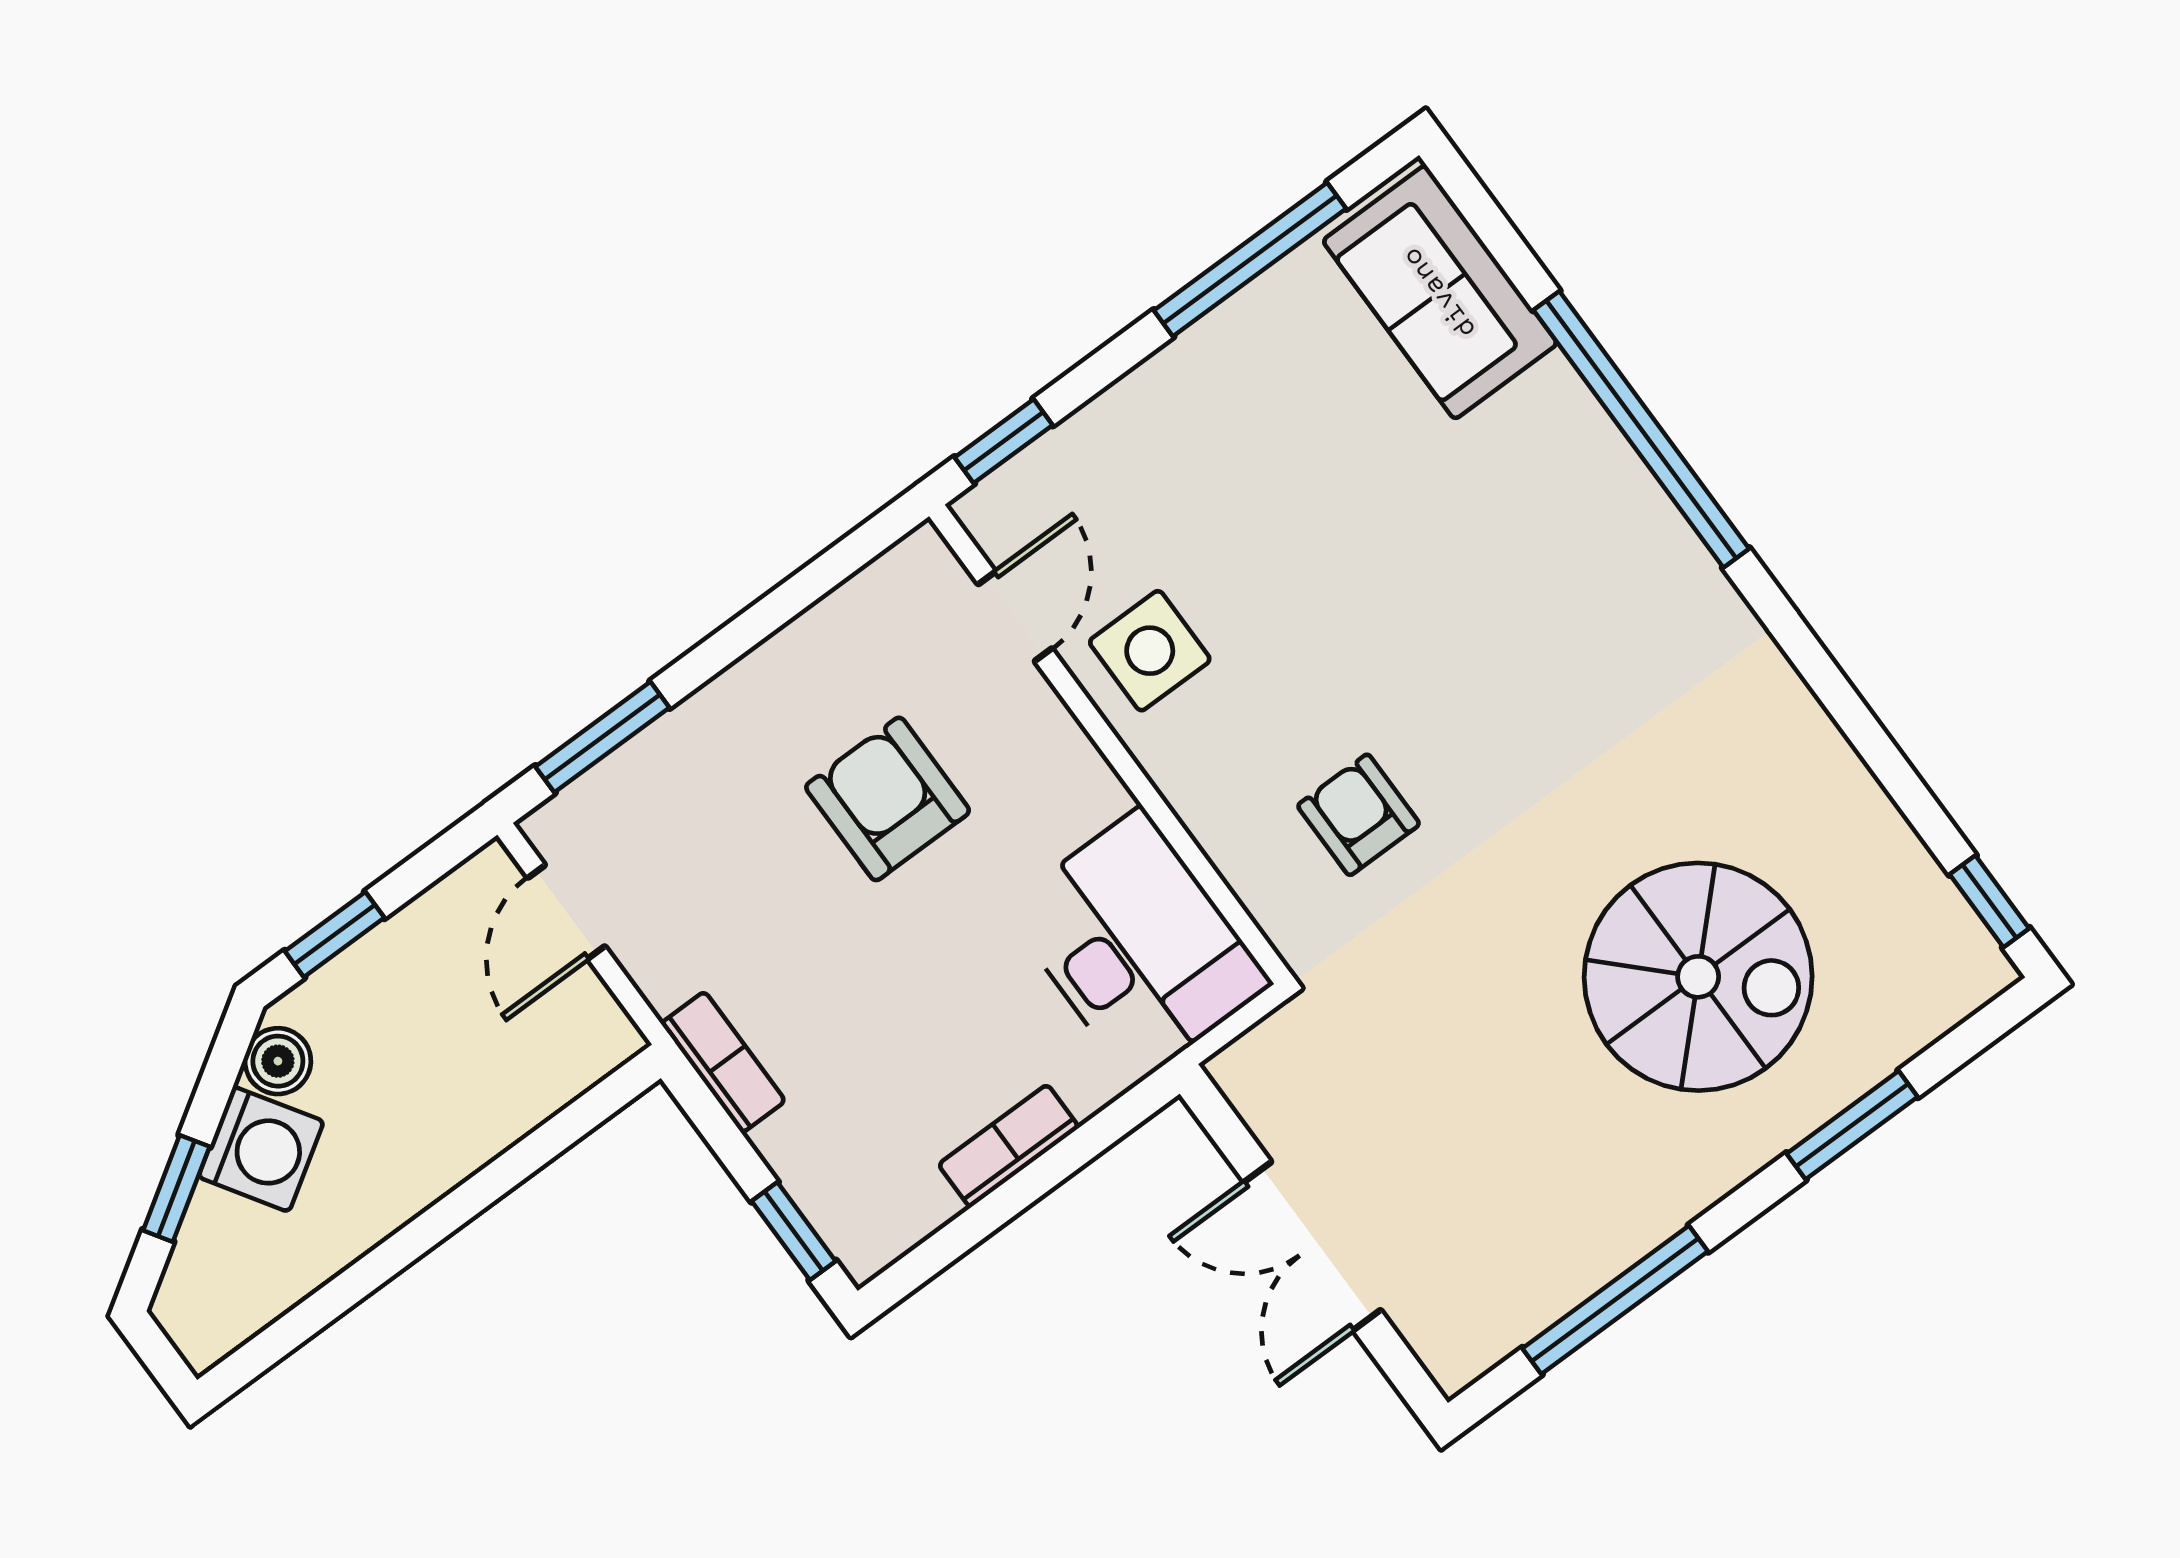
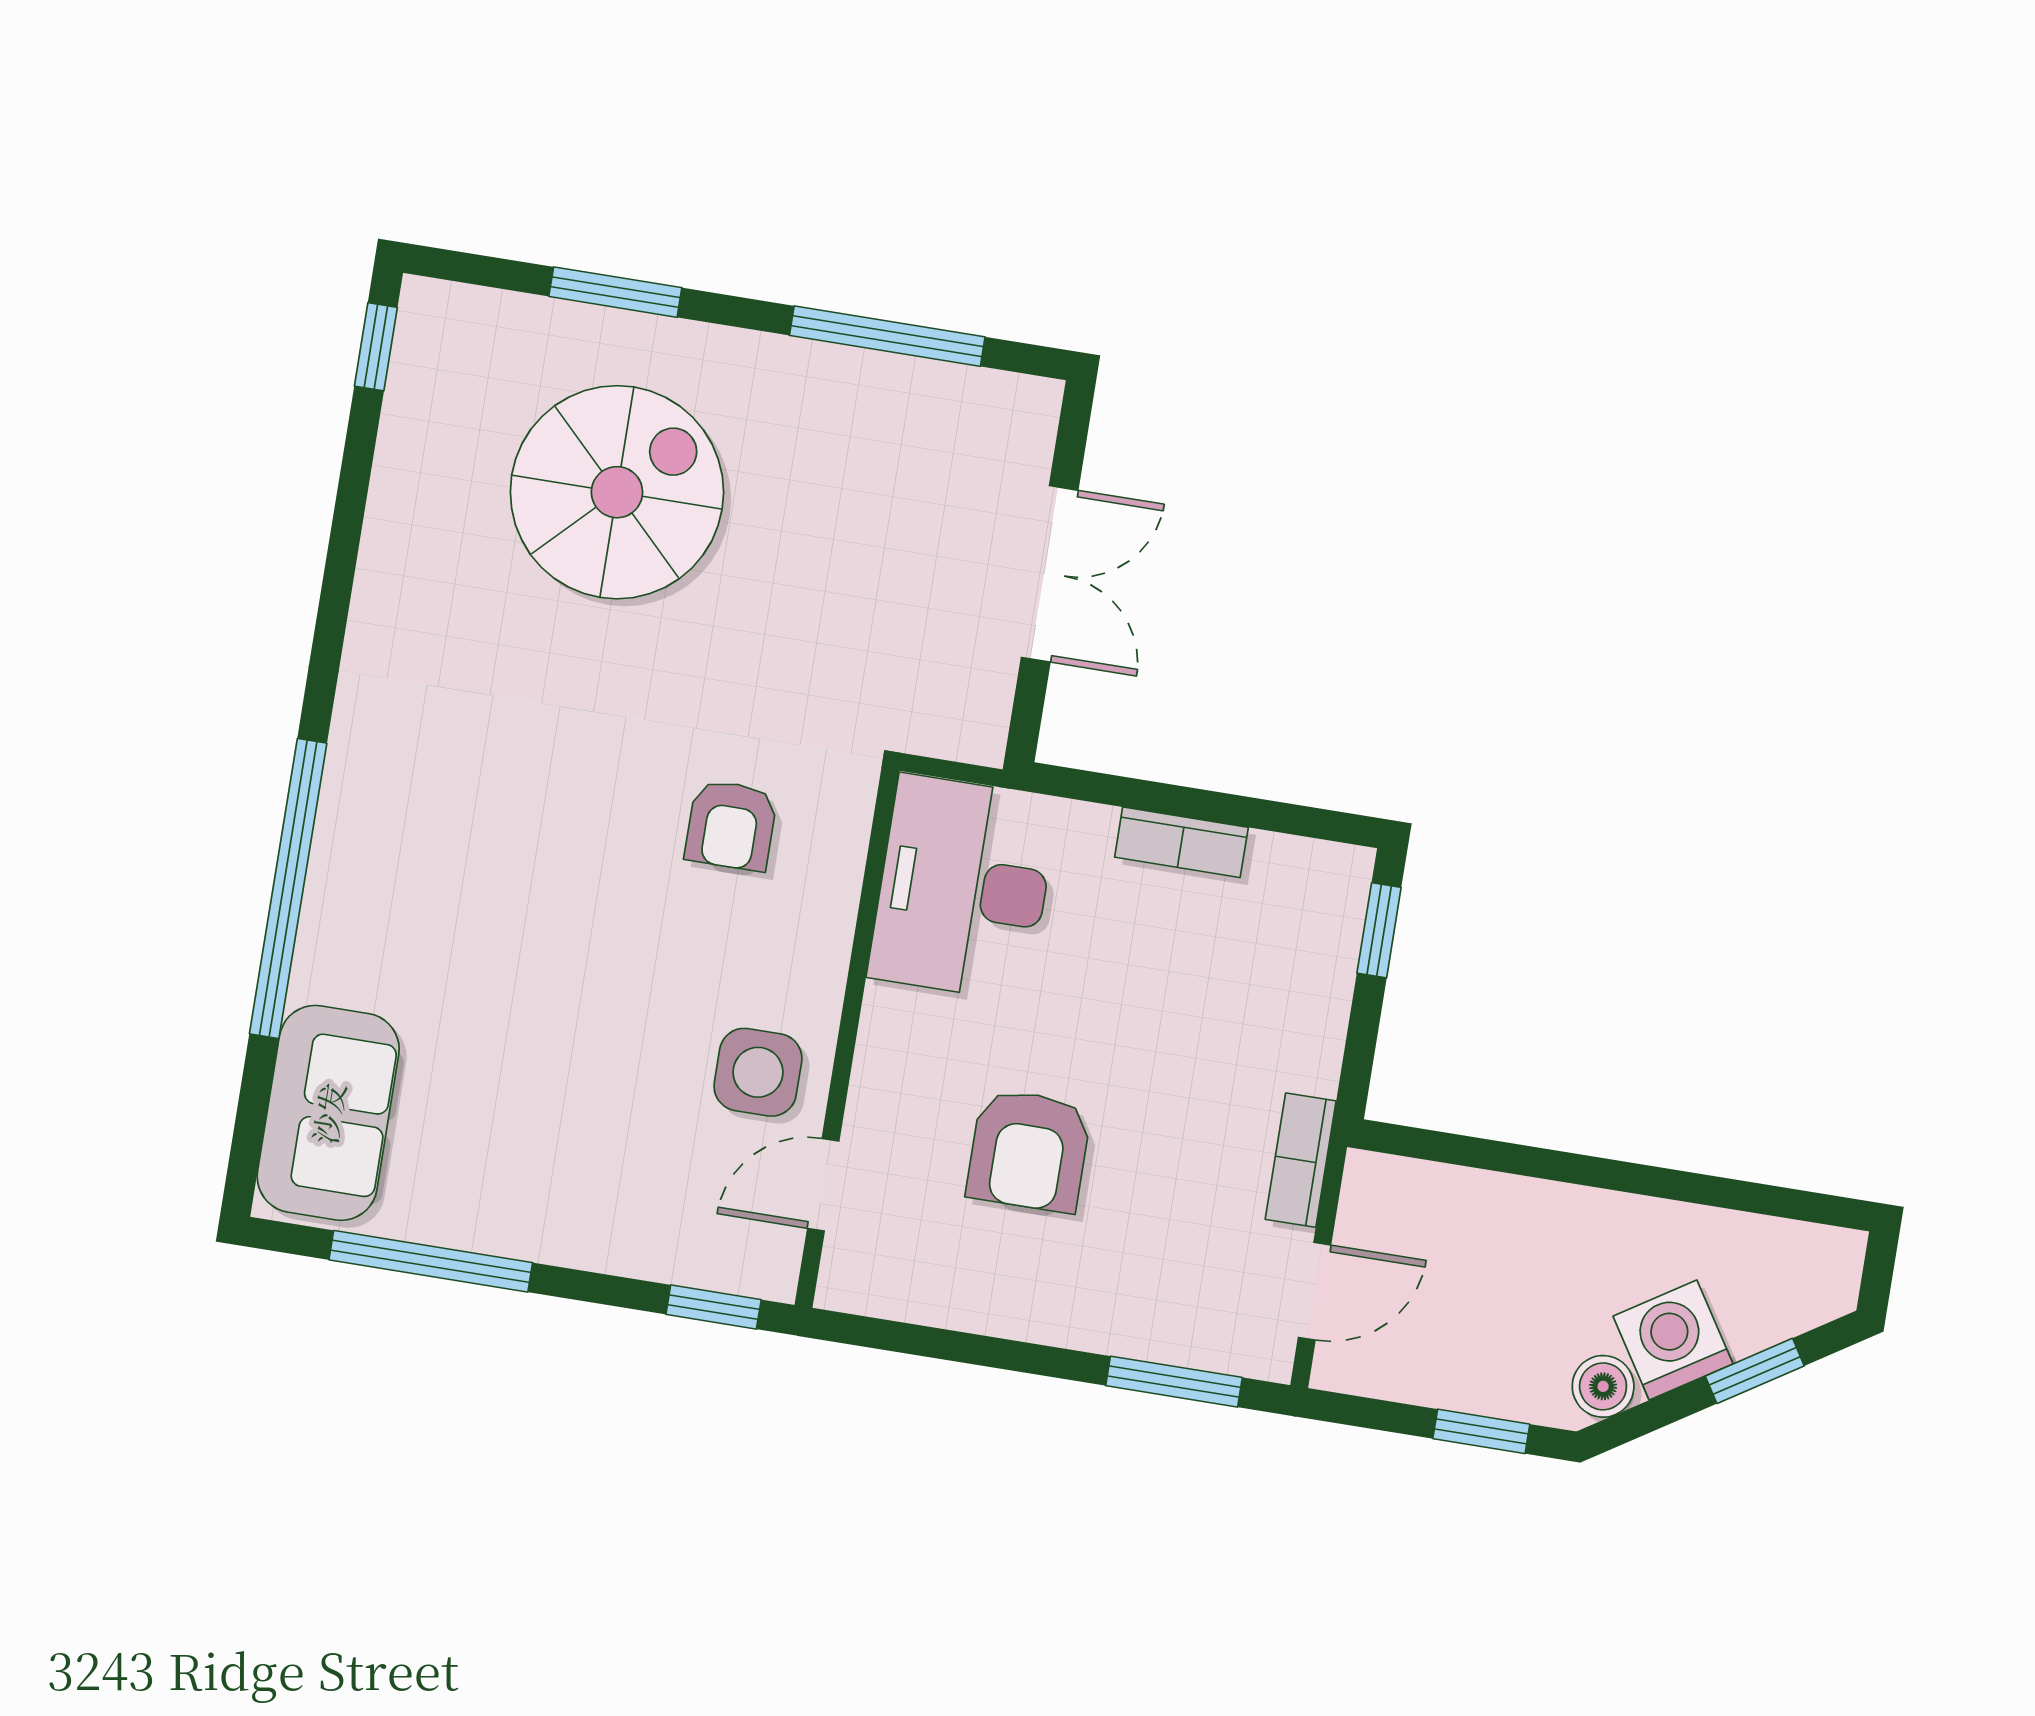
spiral stairs: (1698, 977) -> (617, 492), turned 90
bookcase: (723, 1062) -> (1301, 1160), moved

